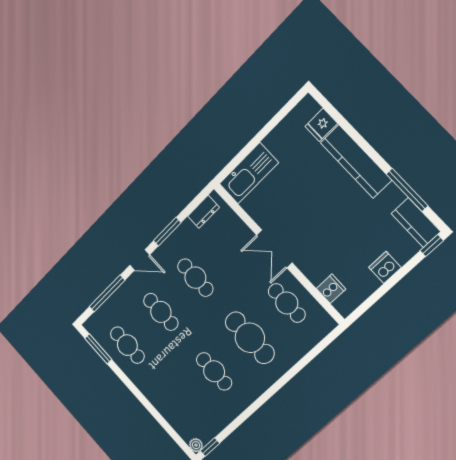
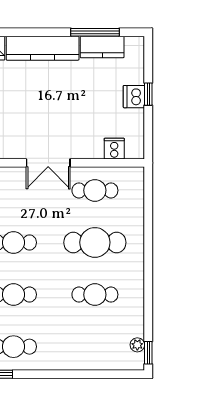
kitchen counter: (416, 223) -> (102, 47), moved
window: (432, 246) -> (148, 94), moved
plant: (196, 445) -> (137, 345), moved

